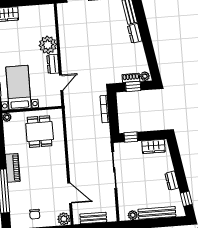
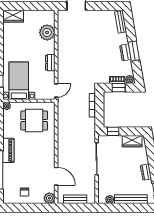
dresser: (135, 33) -> (125, 52), moved
window: (147, 43) -> (134, 51), added
plant: (48, 45) -> (47, 32), moved
door: (61, 83) -> (56, 90), moved
dining table: (40, 132) -> (34, 121), turned 90

